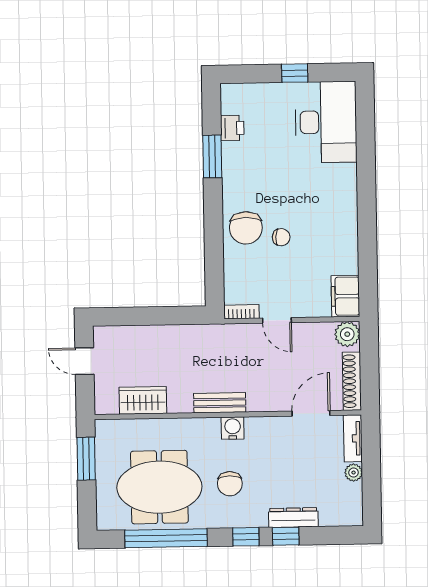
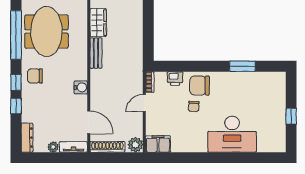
desk: (326, 122) -> (232, 134), moved
printer: (232, 128) -> (175, 78), moved
bench: (220, 403) -> (96, 53), moved
water cooler: (233, 428) -> (81, 87), moved
chair: (230, 484) -> (35, 76), moved
dresser: (293, 518) -> (27, 138), moved

